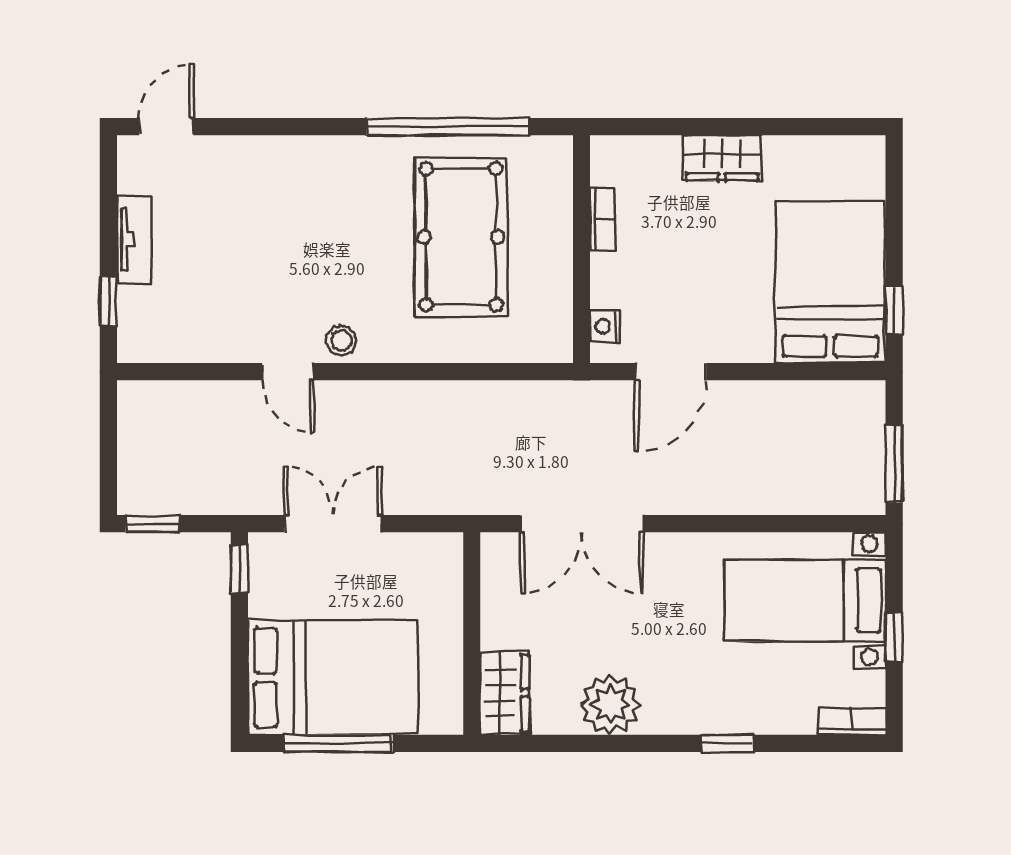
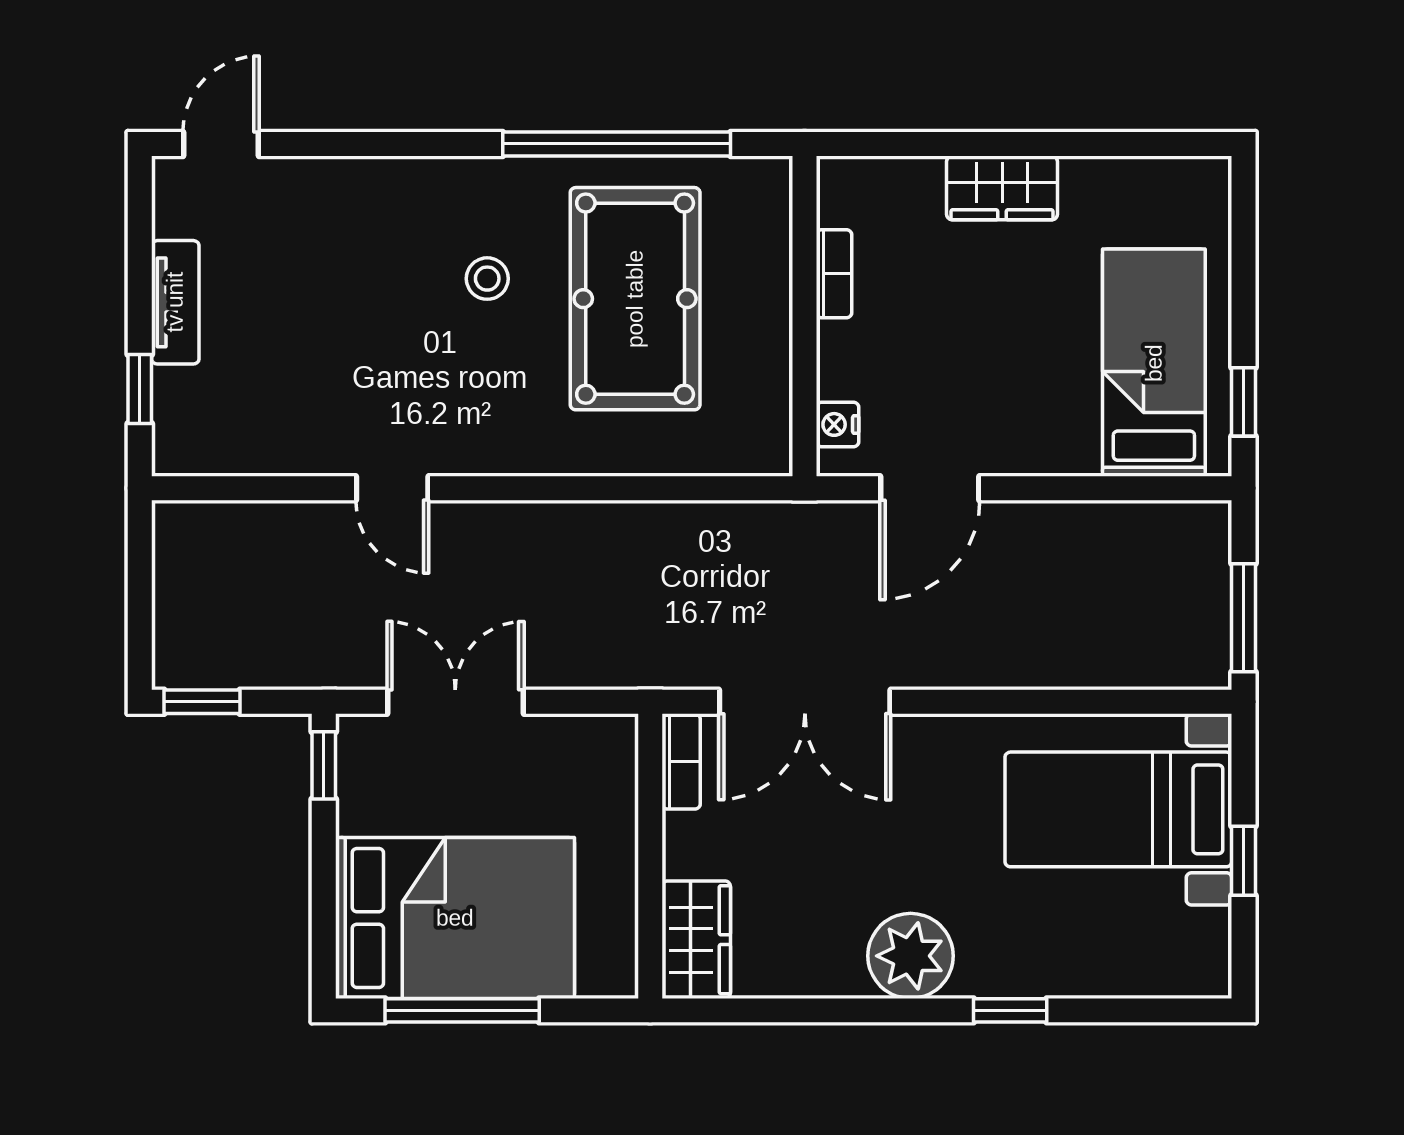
bed: (830, 282) -> (1154, 363), width x0.67
stool: (341, 340) -> (487, 279), moved
plant: (611, 705) -> (911, 956), moved
bookcase: (852, 721) -> (681, 761), moved, turned 90

